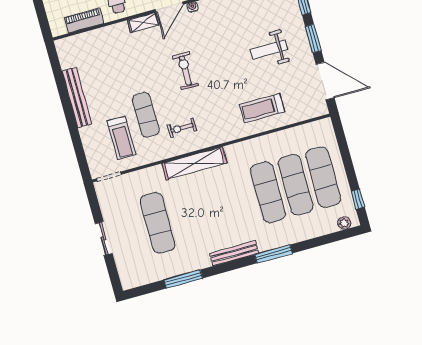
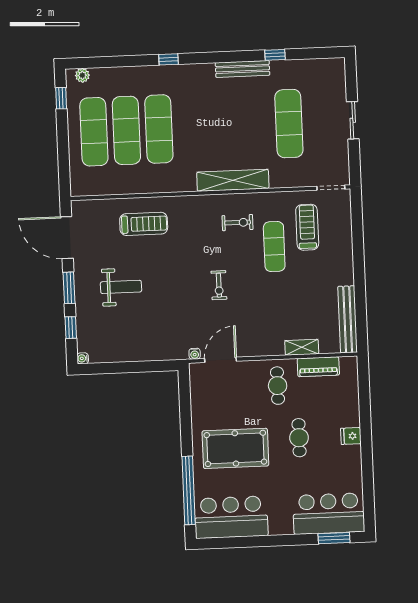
shelving: (143, 22) -> (302, 347), moved
exercise bike: (185, 71) -> (219, 285), width x0.73, depth x0.72
bench: (77, 97) -> (348, 319), moved
bench: (234, 253) -> (243, 69), moved
window: (274, 254) -> (169, 59), width x0.46
window: (183, 279) -> (275, 55), width x0.46

